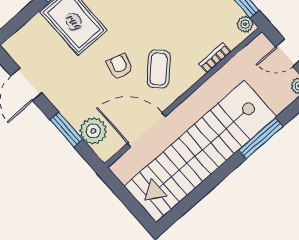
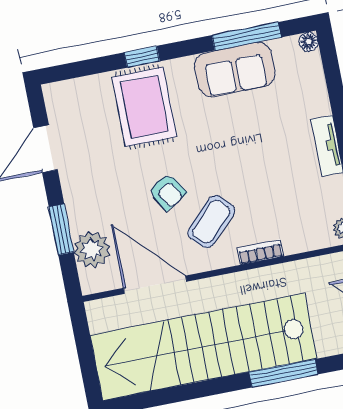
bookcase: (215, 58) -> (260, 252), moved
armchair: (120, 66) -> (167, 192), turned 132

